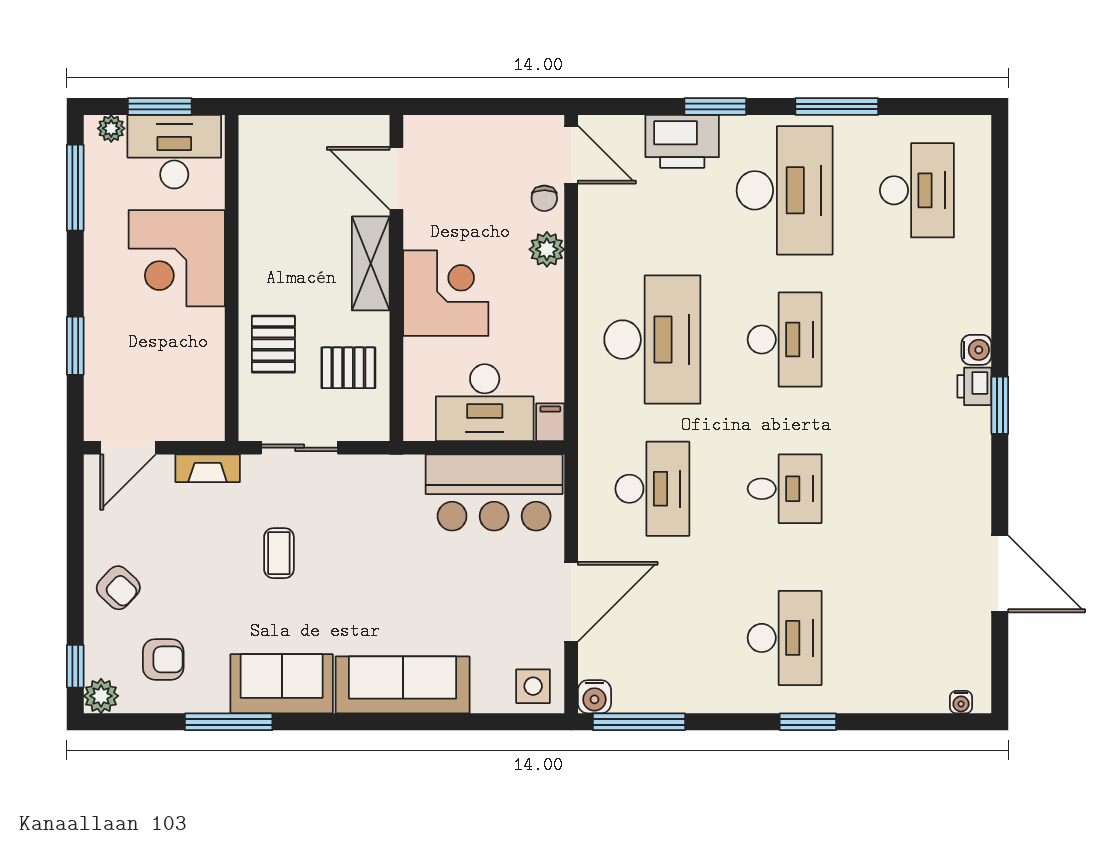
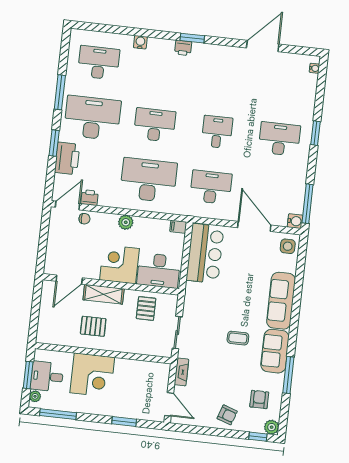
desk: (174, 152) -> (47, 376), width x0.73
printer: (595, 205) -> (90, 198), added
plant: (547, 249) -> (126, 222), moved
pallet: (273, 344) -> (93, 326), moved
water cooler: (976, 350) -> (140, 42), moved
desk: (485, 403) -> (159, 271), moved, turned 90
coffee table: (279, 553) -> (238, 338), moved
armchair: (118, 588) -> (227, 415), turned 66

